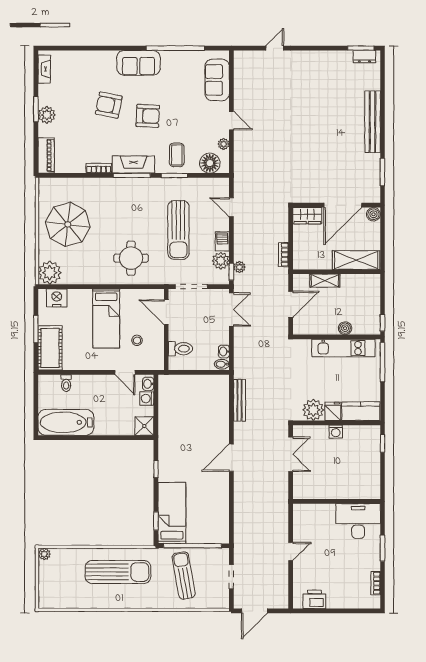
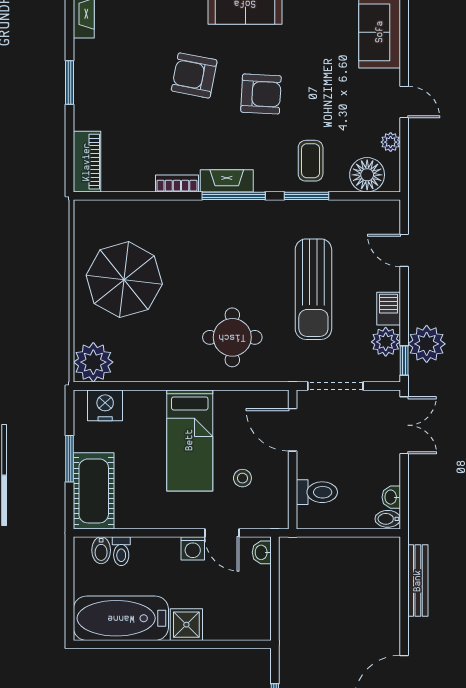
plant: (47, 115) -> (88, 92), removed
fireplace: (133, 165) -> (227, 181), width x0.73, depth x0.76
plant: (239, 267) -> (427, 344), width x1.88, depth x1.88
bidet: (54, 383) -> (101, 550), added
washing machine: (147, 399) -> (193, 548), moved, turned -90
shower: (144, 426) -> (186, 625), moved

